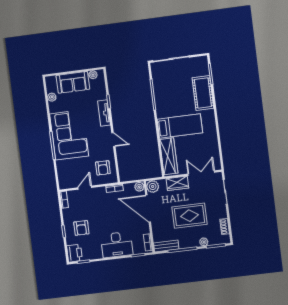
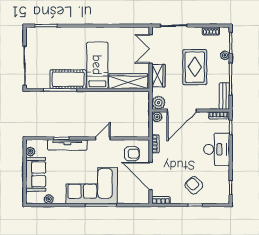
cot: (203, 93) -> (68, 79), moved
tv unit: (104, 113) -> (67, 145), width x1.41
door: (85, 188) -> (151, 176), width x1.88
armchair: (81, 228) -> (194, 185), turned -134
printer: (74, 253) -> (220, 196), removed

